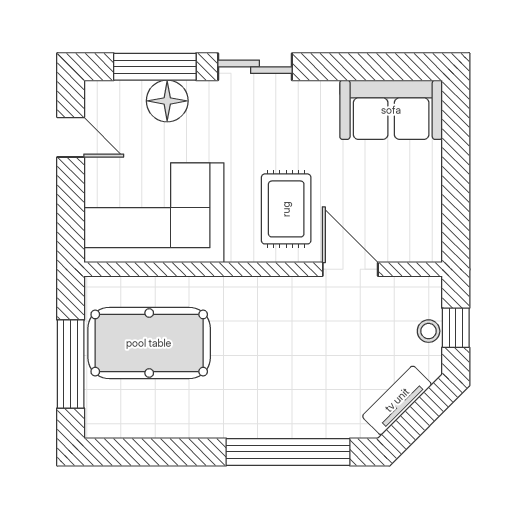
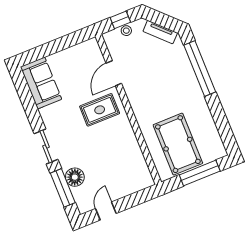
corner sofa: (154, 213) -> (123, 164), removed

